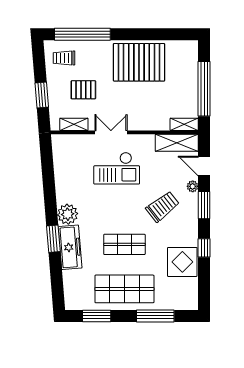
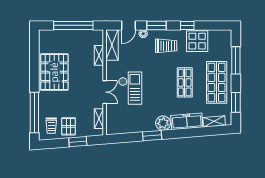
pallet: (83, 90) -> (68, 126), moved
shelving: (184, 124) -> (99, 55), moved
double door: (111, 132) -> (105, 92), swing flipped
trolley: (163, 206) -> (166, 46), moved, turned 128
window: (53, 239) -> (152, 136), moved
shelving: (70, 286) -> (214, 121), added

